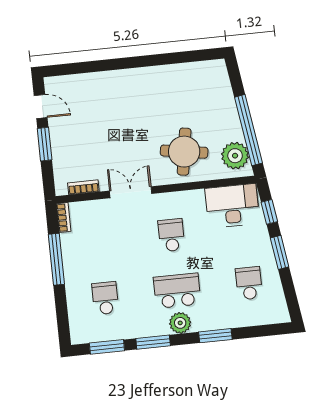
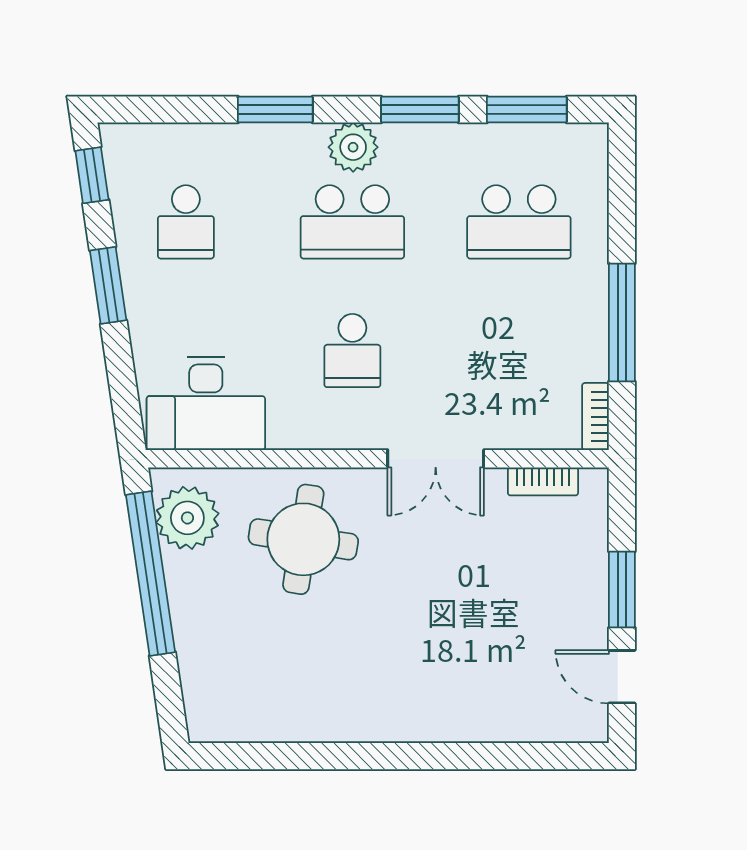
window: (269, 212) -> (92, 175), moved
school desk: (105, 298) -> (519, 222), width x1.85

